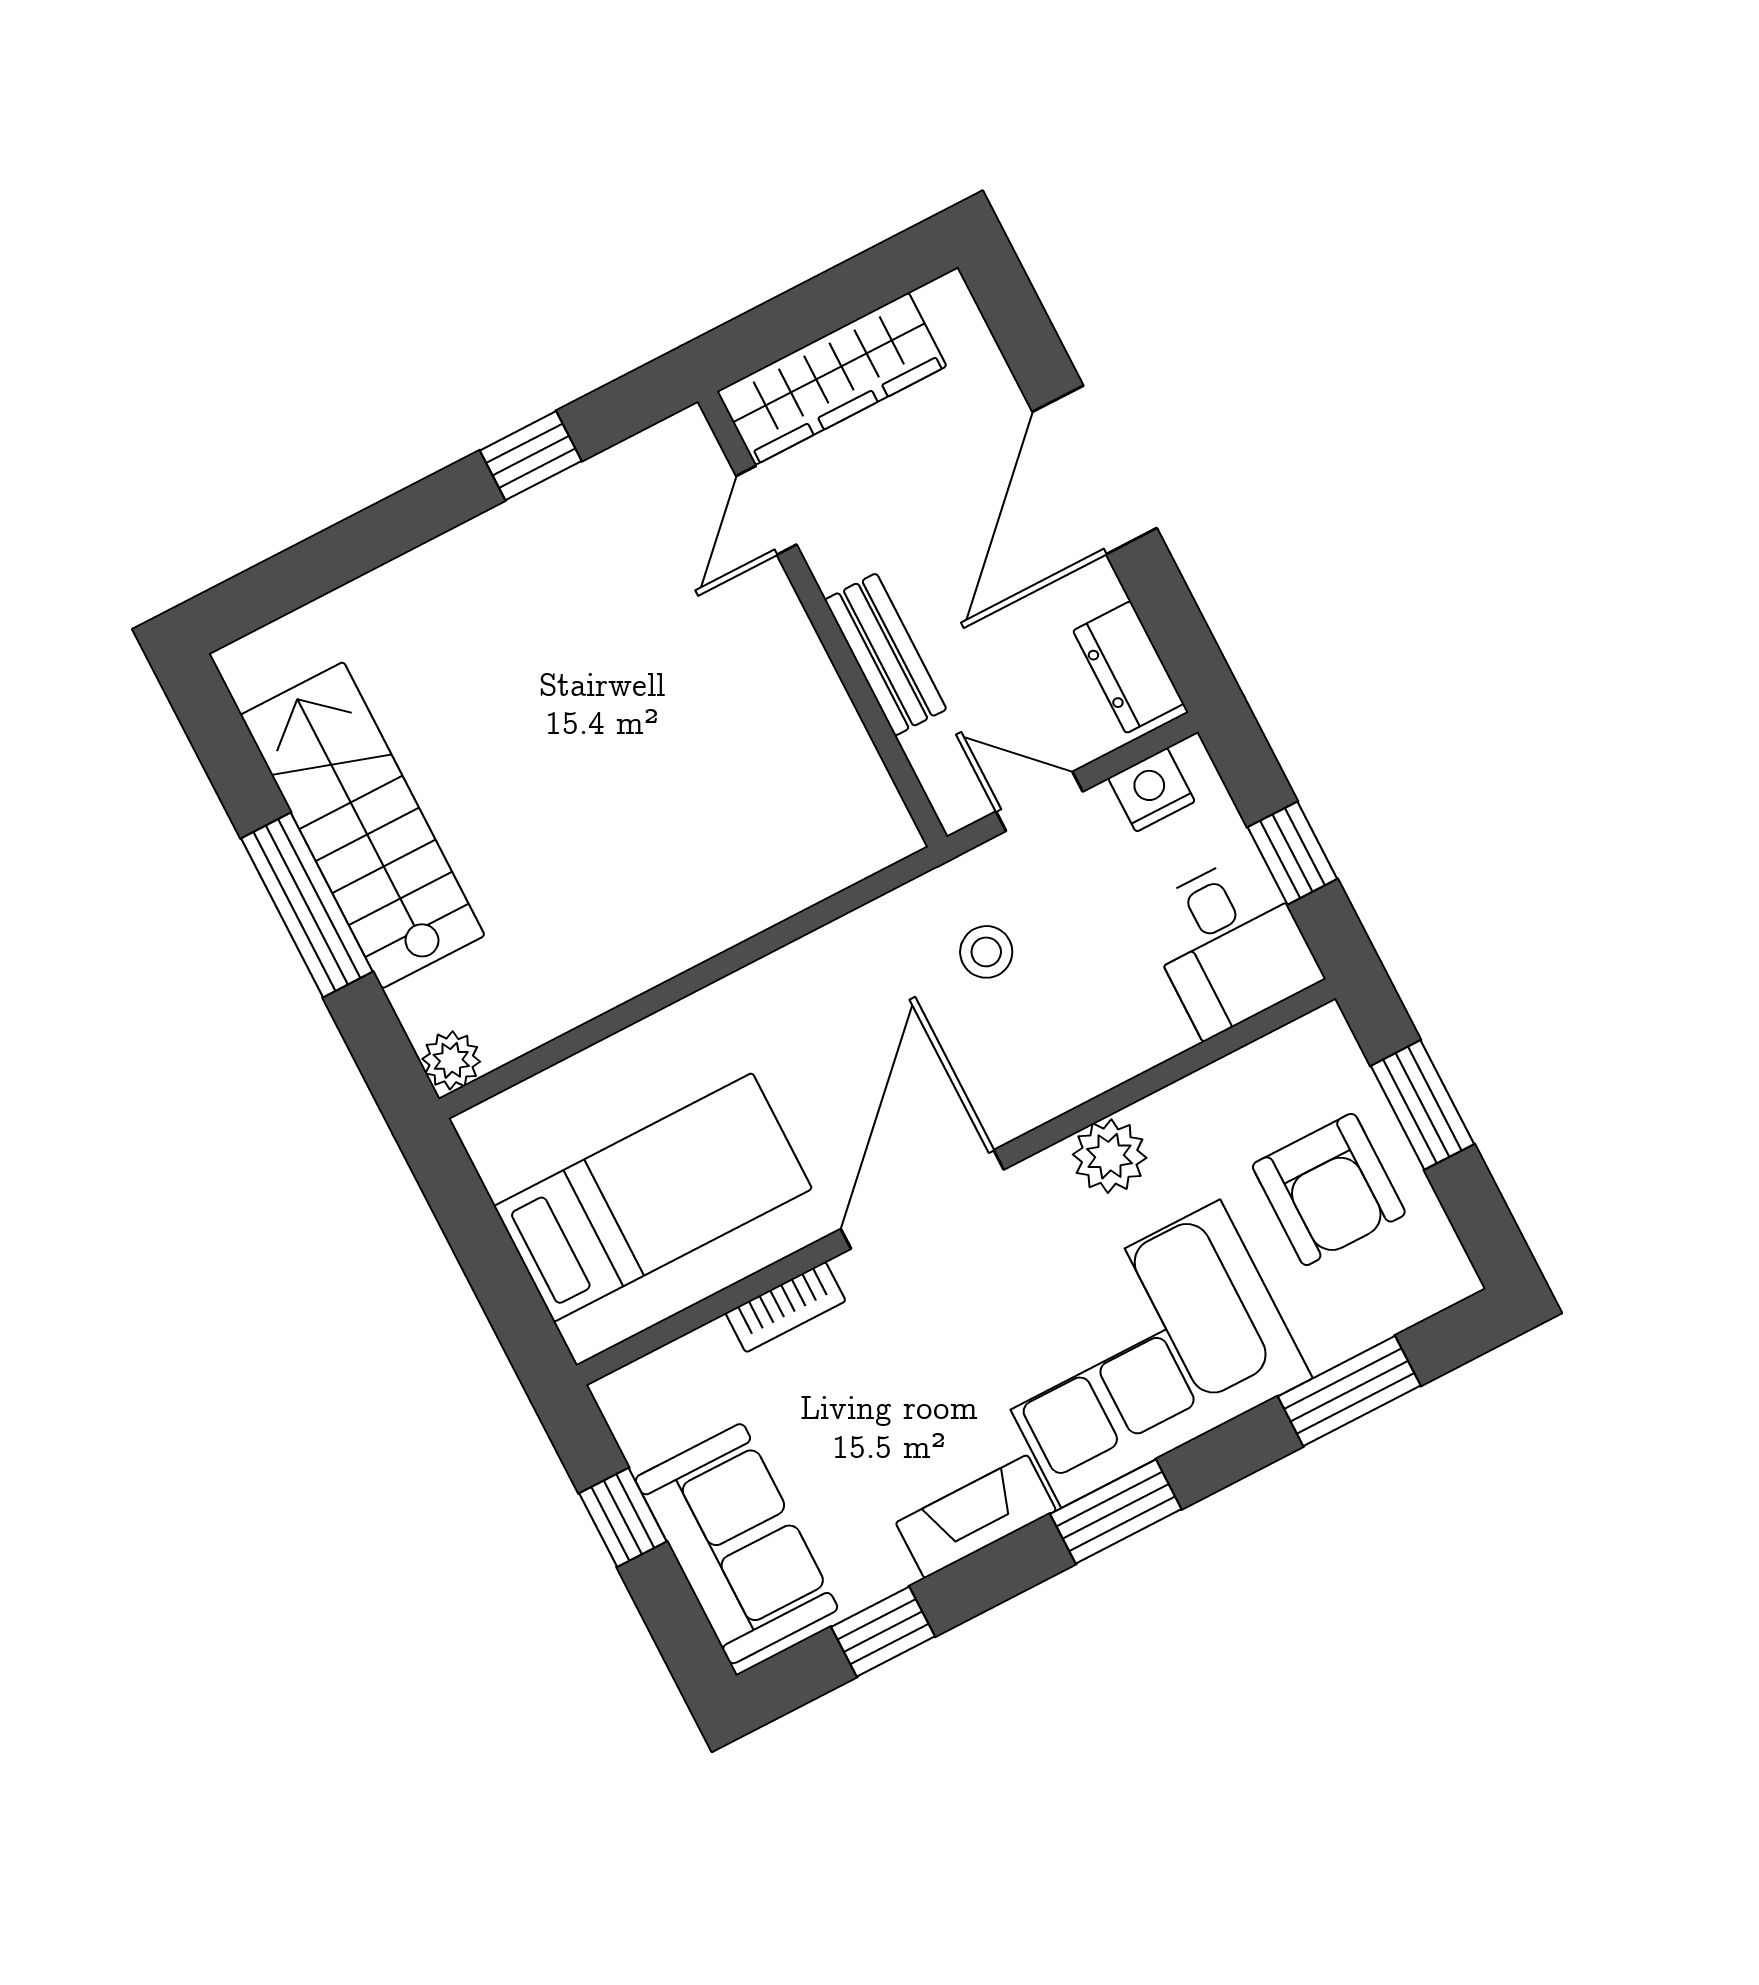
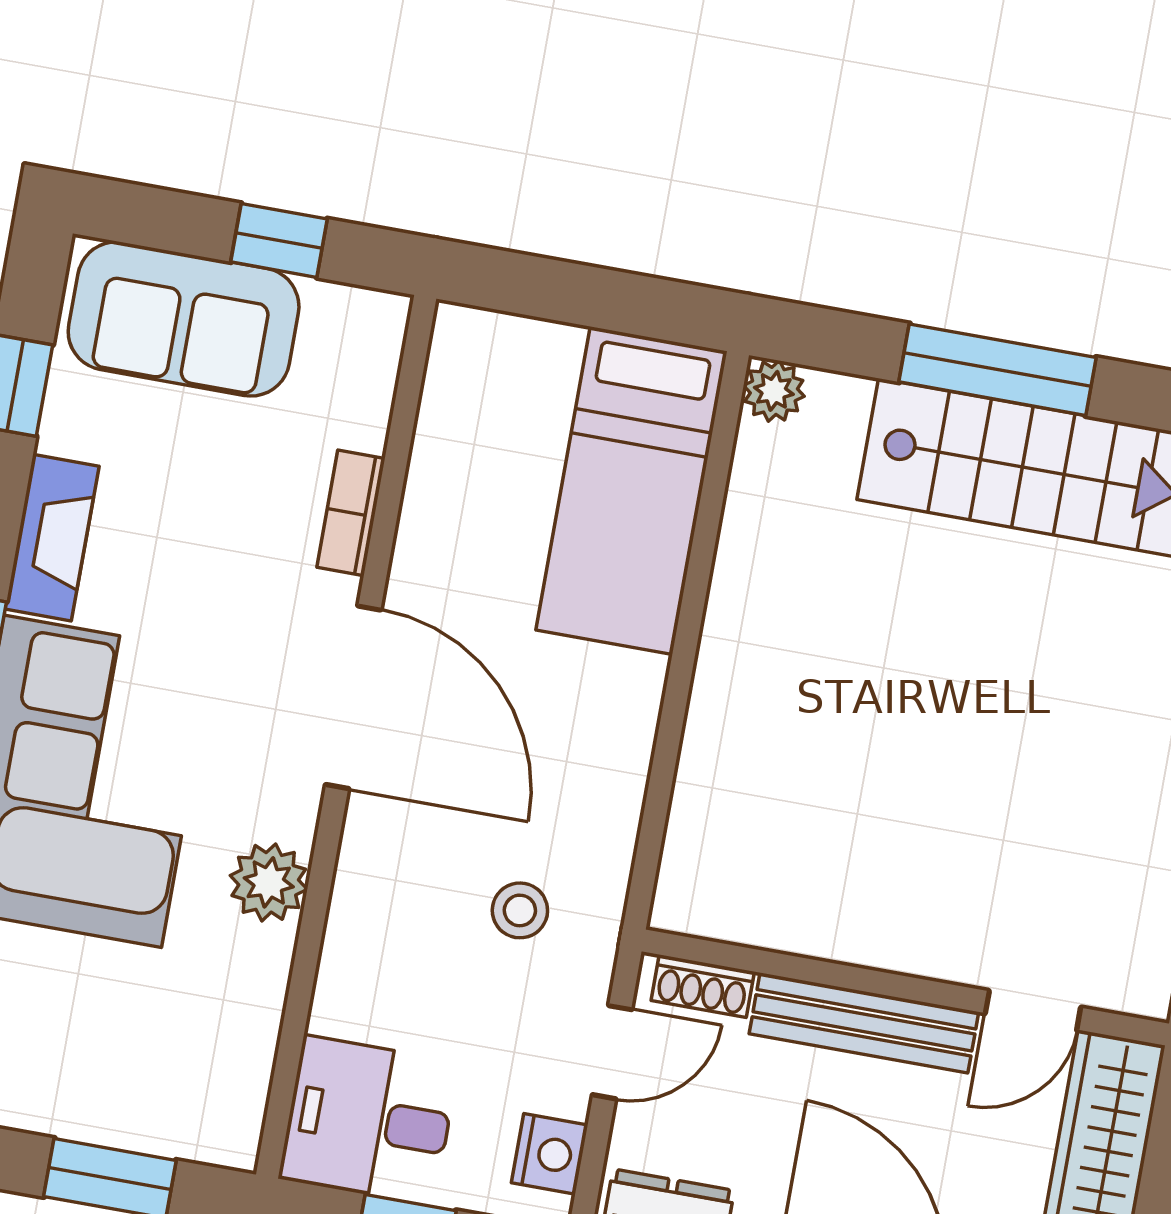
door: (766, 510) -> (1033, 1010), swing flipped
bench: (886, 655) -> (864, 1023), width x1.36
shoe rack: (938, 772) -> (703, 986), added
armchair: (1329, 1189) -> (99, 1045), removed
bed: (653, 1197) -> (631, 491), moved

